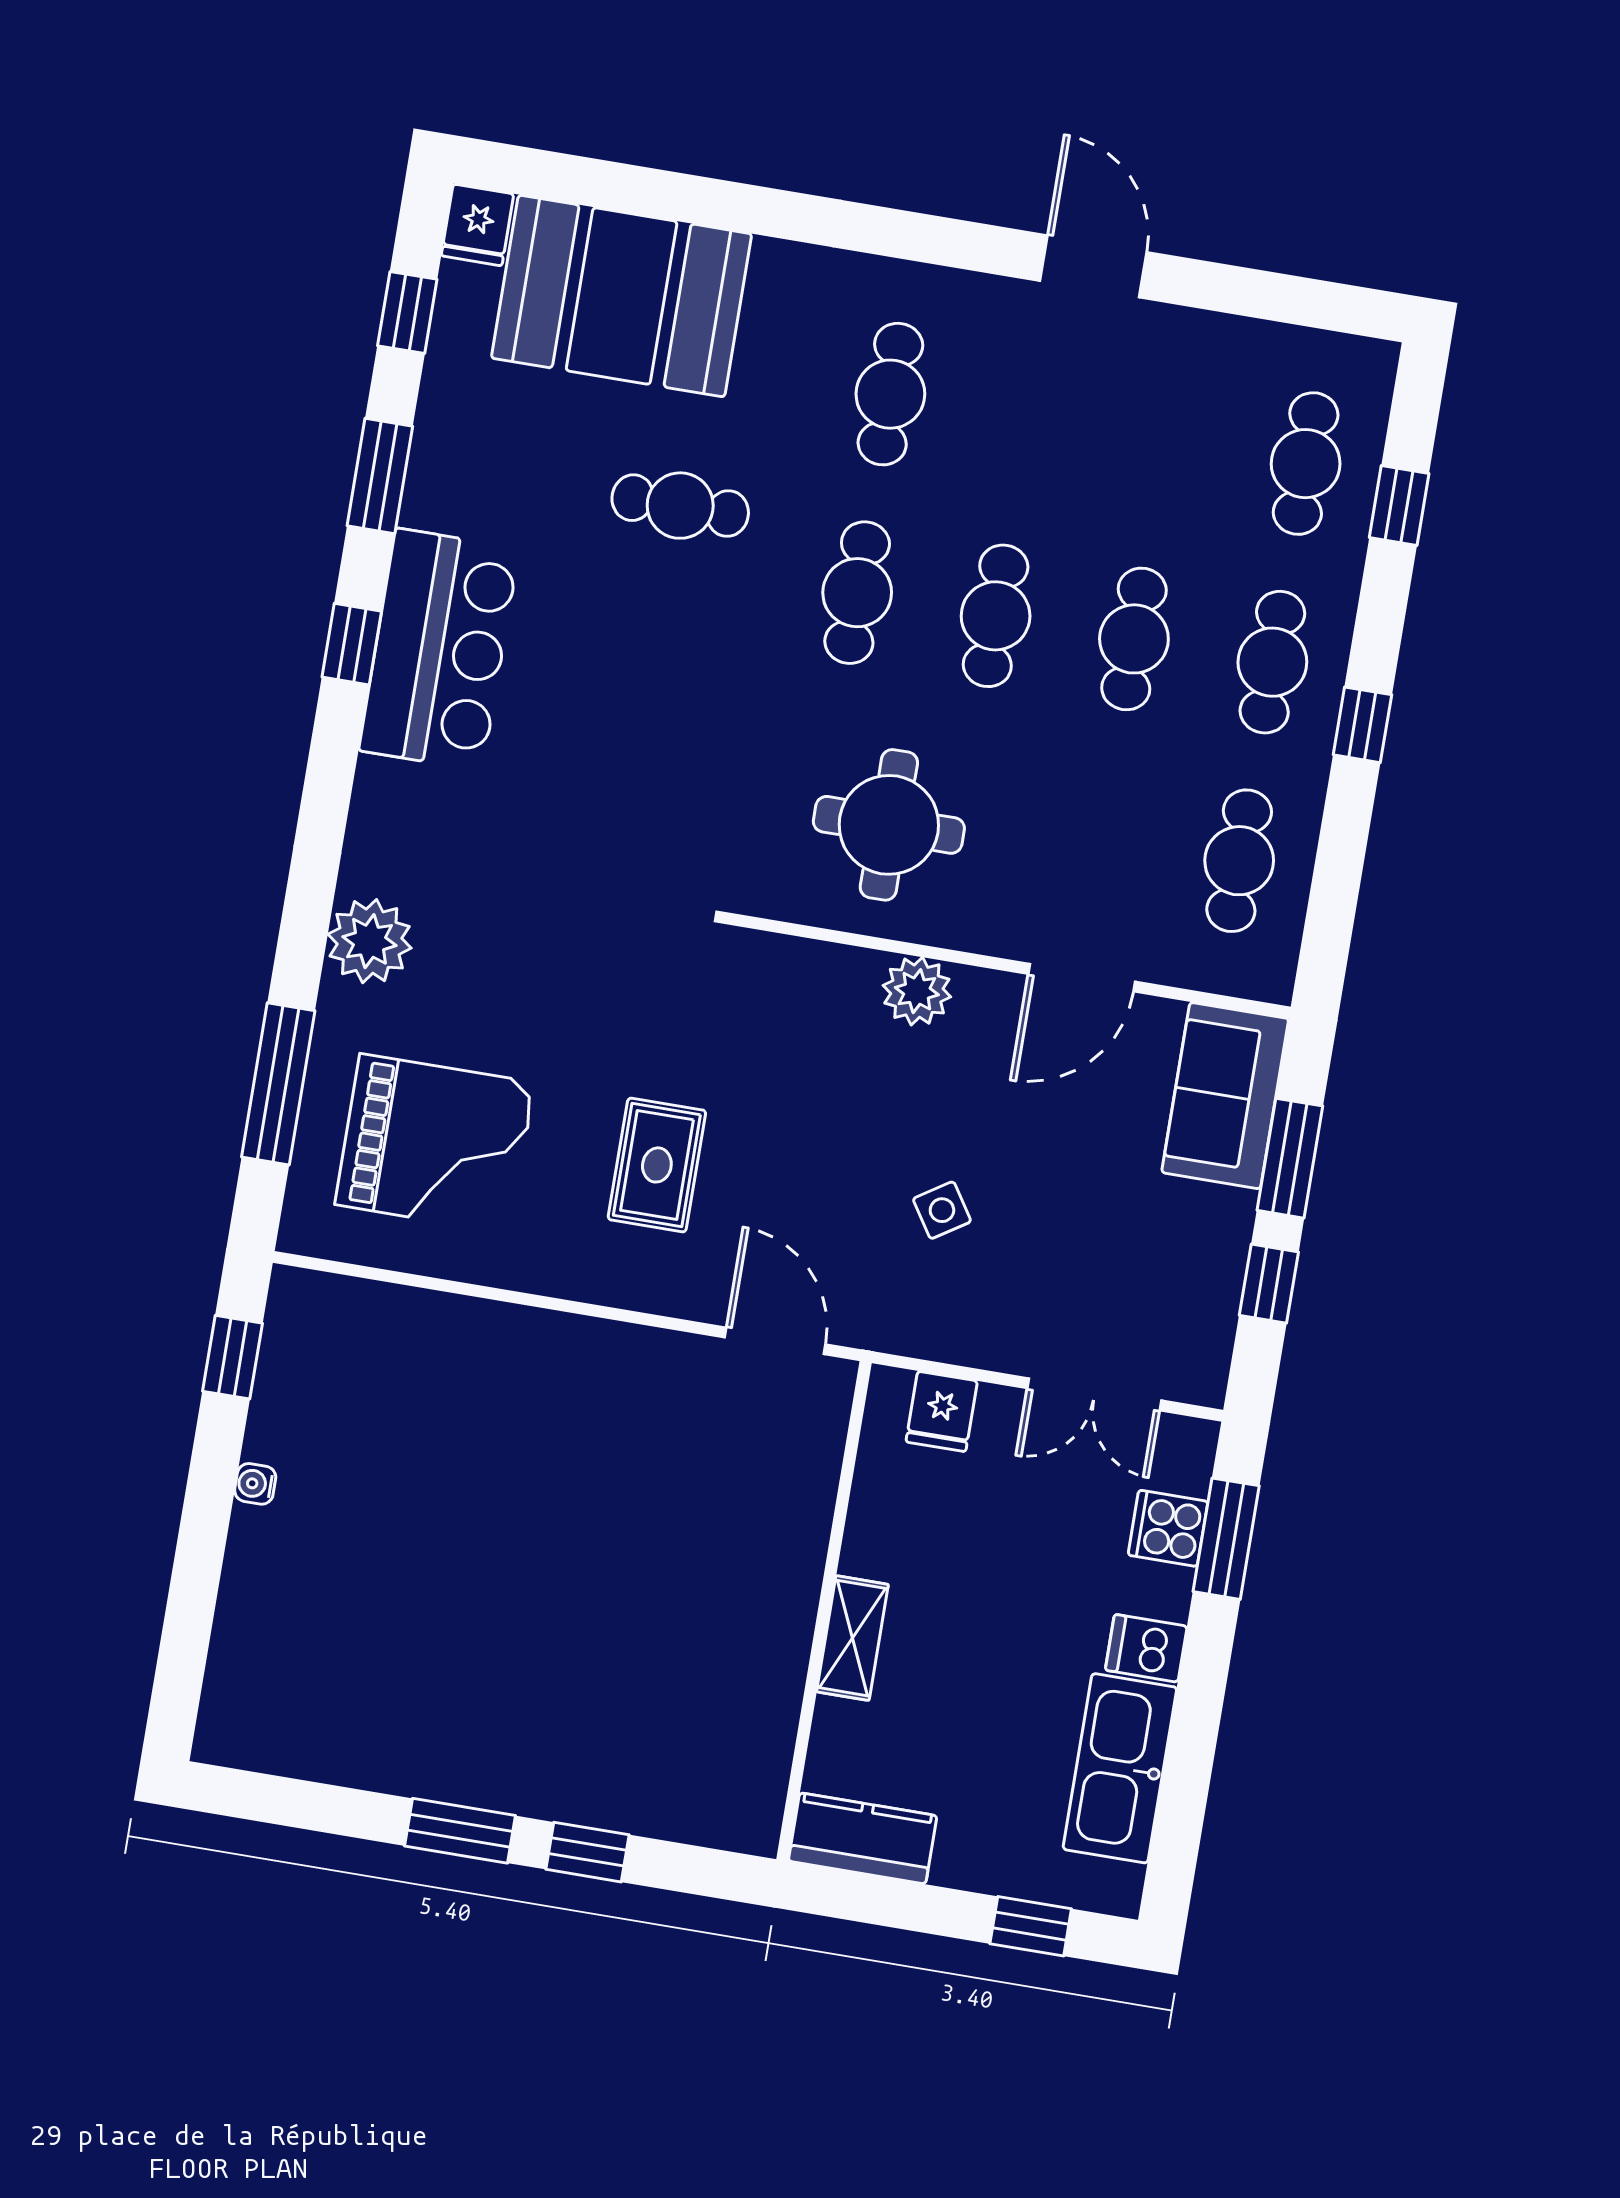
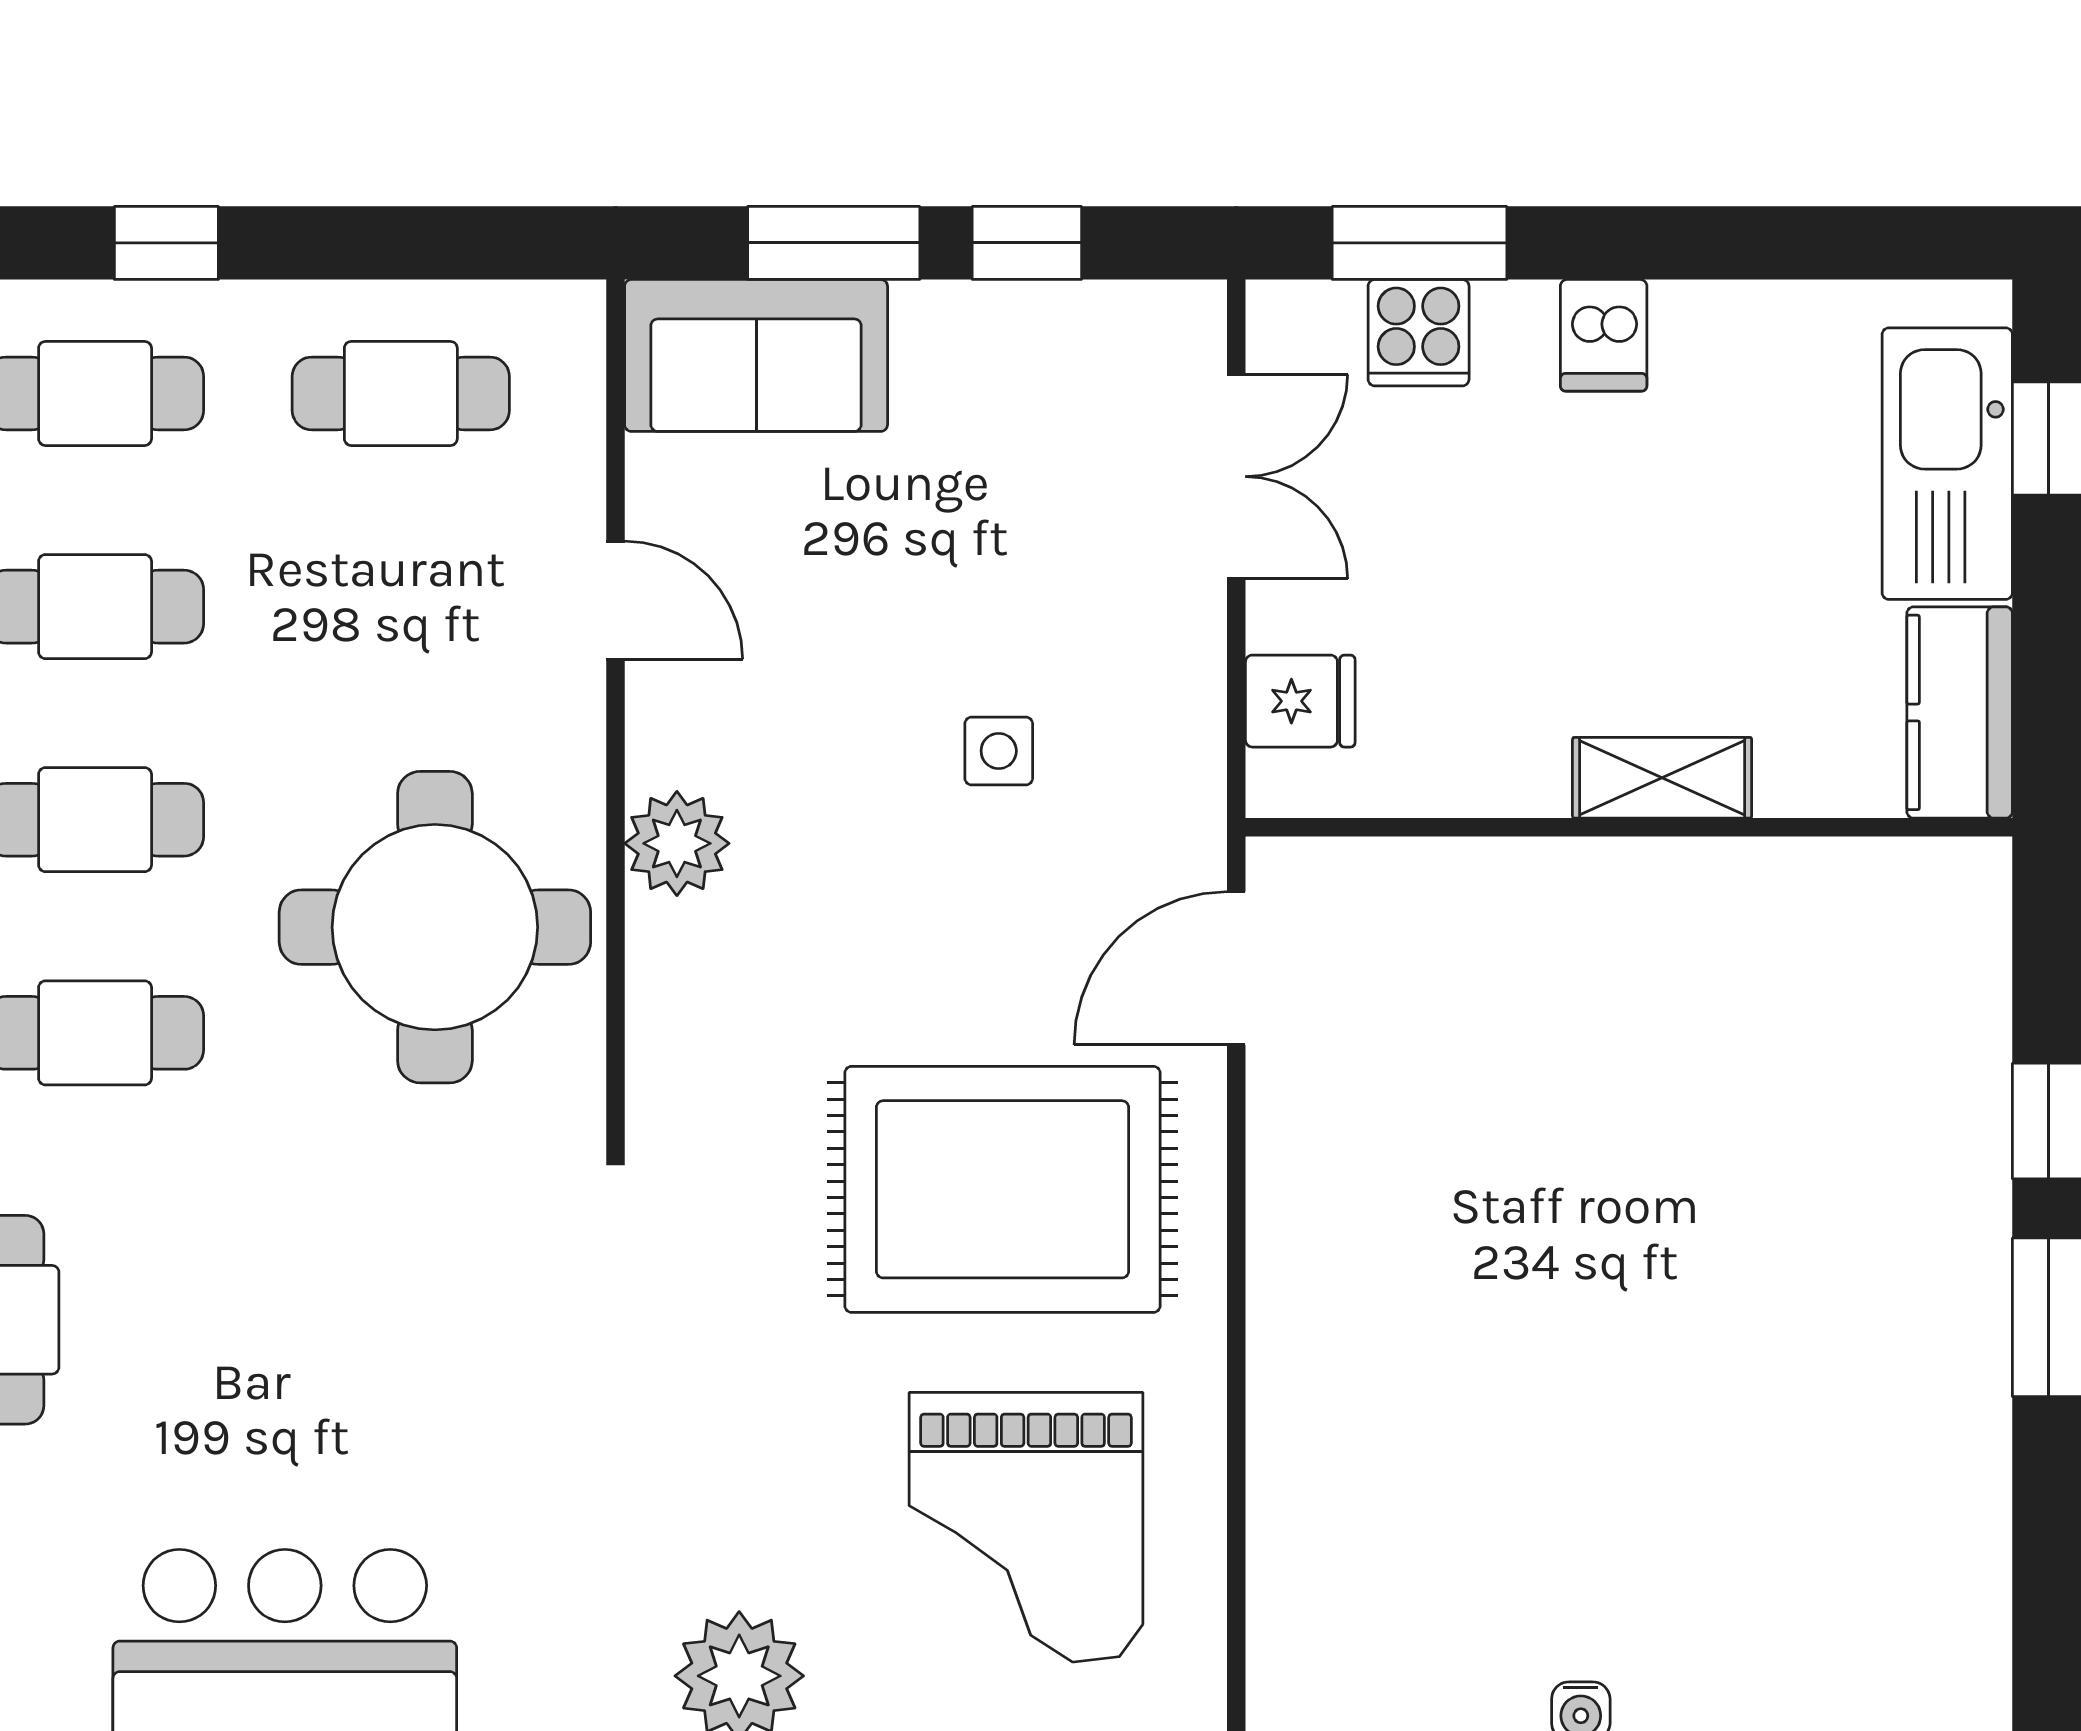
round table: (889, 825) -> (435, 927), width x1.36, depth x1.36
door: (1082, 978) -> (615, 600), width x0.73
grand piano: (435, 1144) -> (1026, 1527), turned 180
rug: (657, 1165) -> (1002, 1189), width x1.86, depth x2.06
side table: (942, 1210) -> (999, 751), turned 33
kitchen sink: (1120, 1768) -> (1947, 464), moved, turned 90

